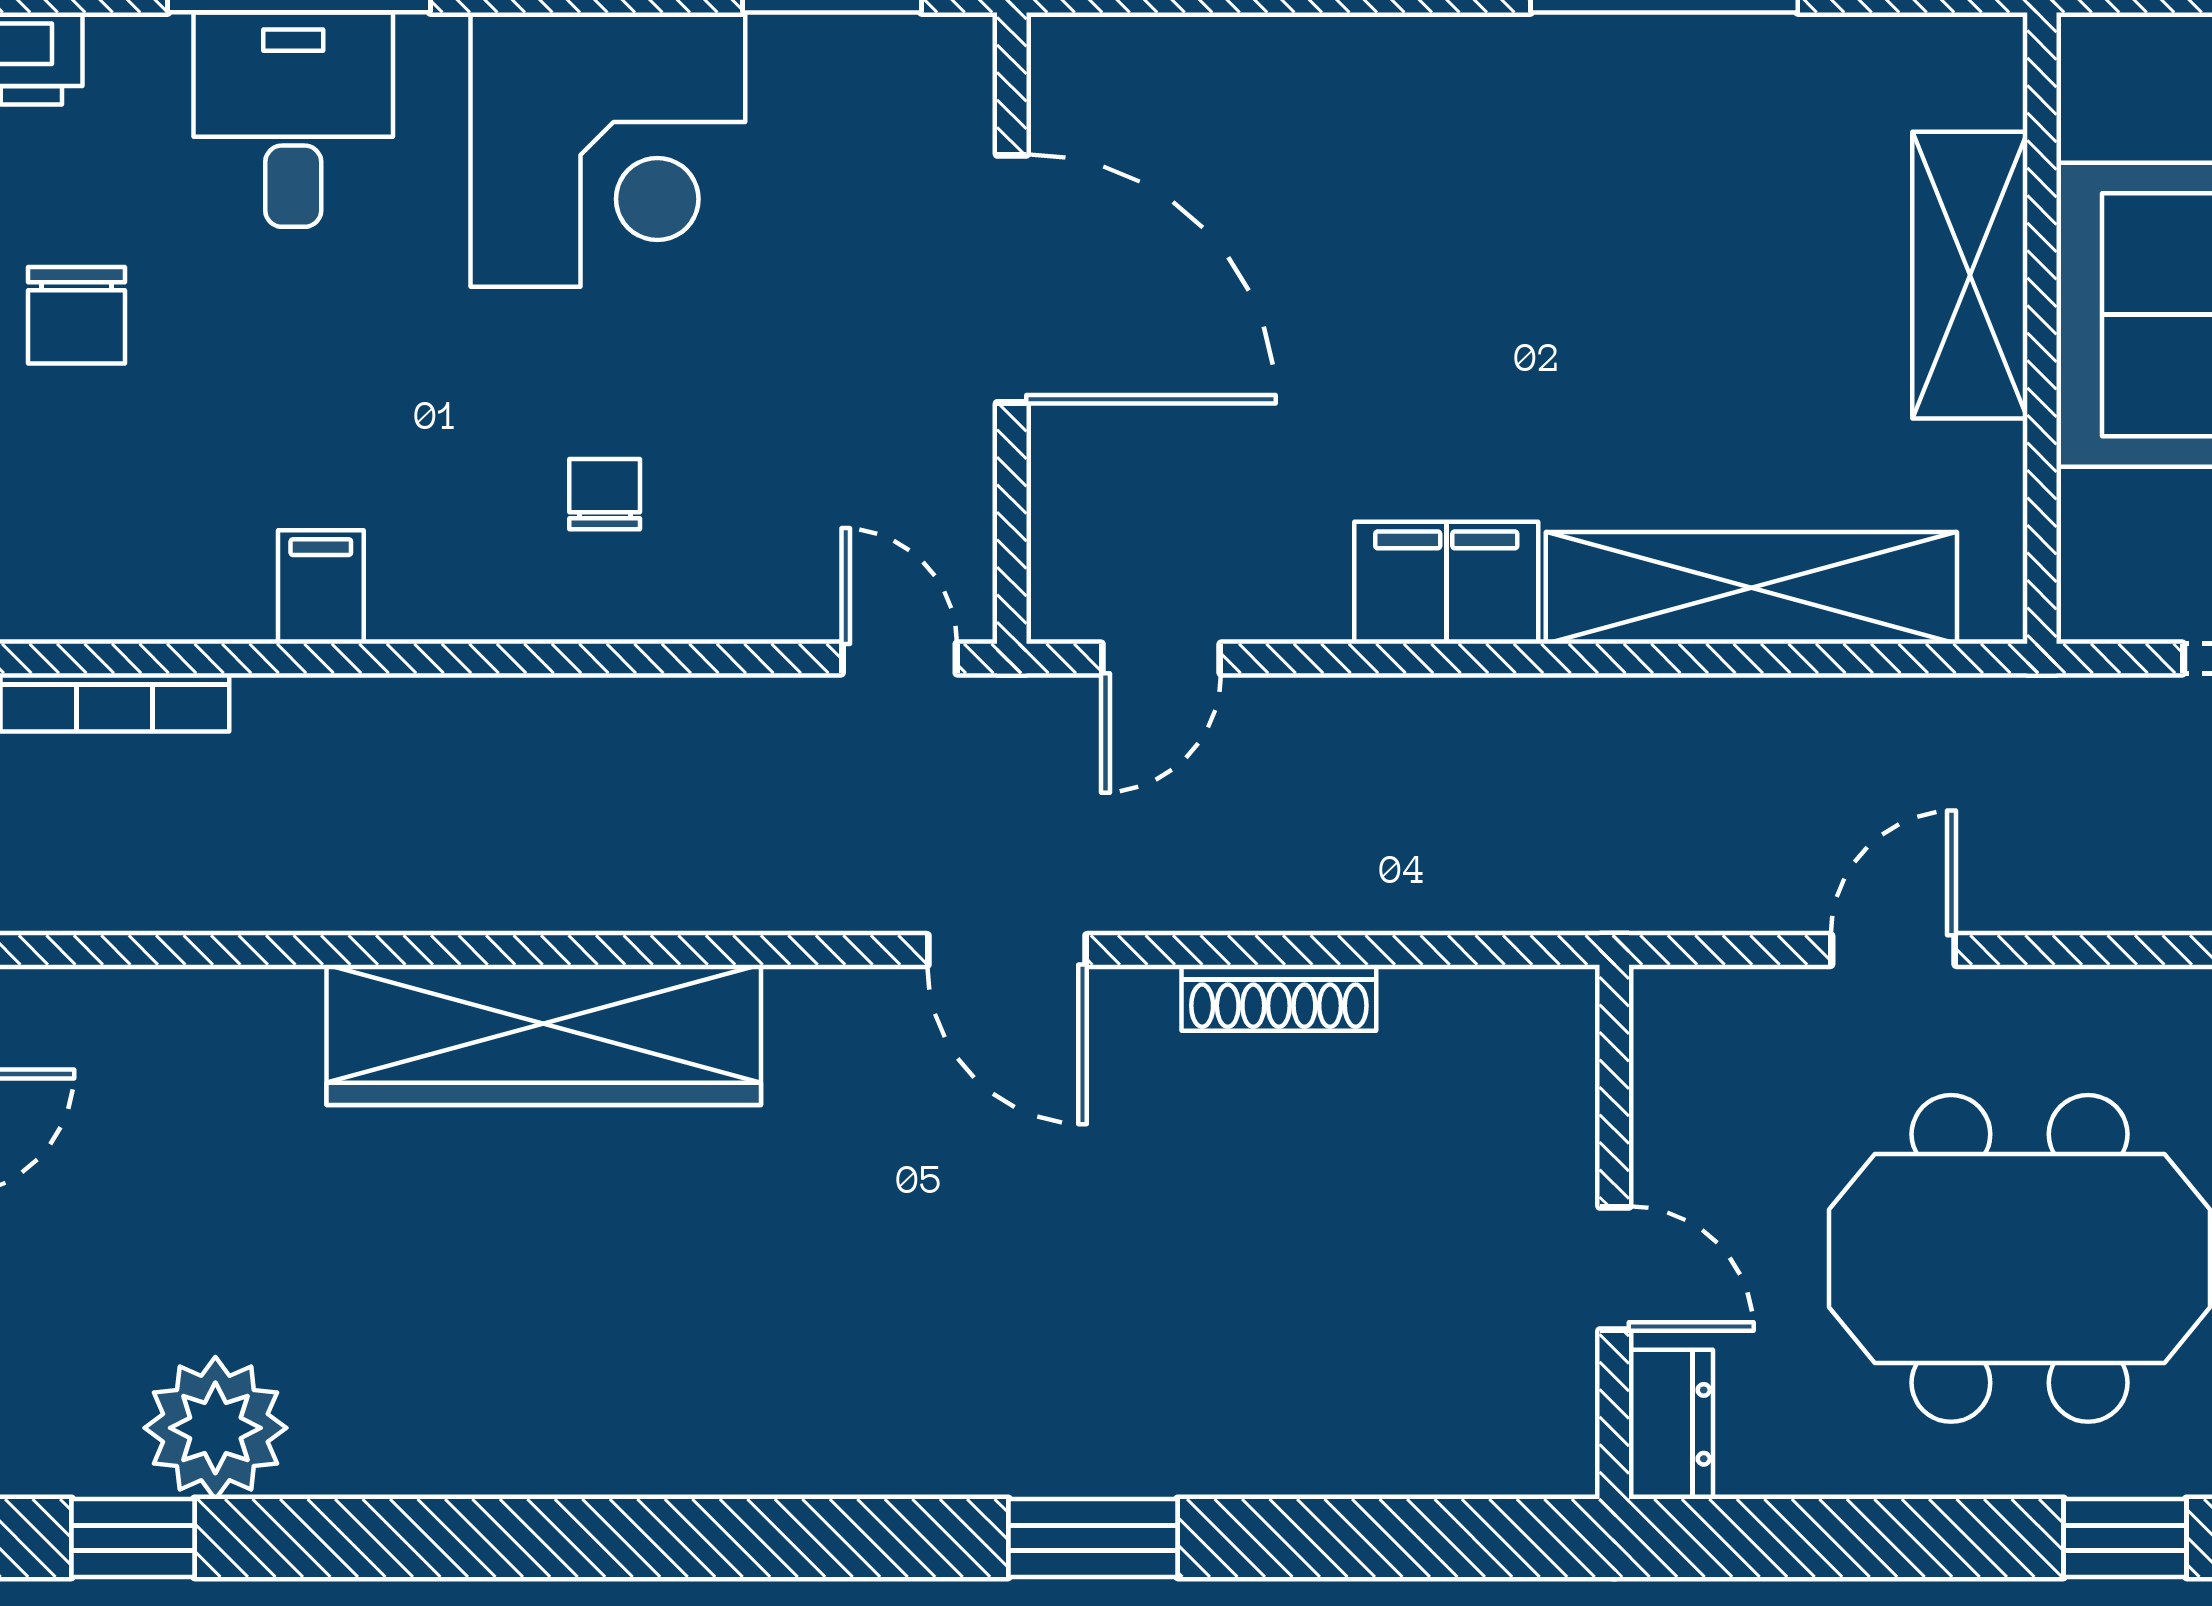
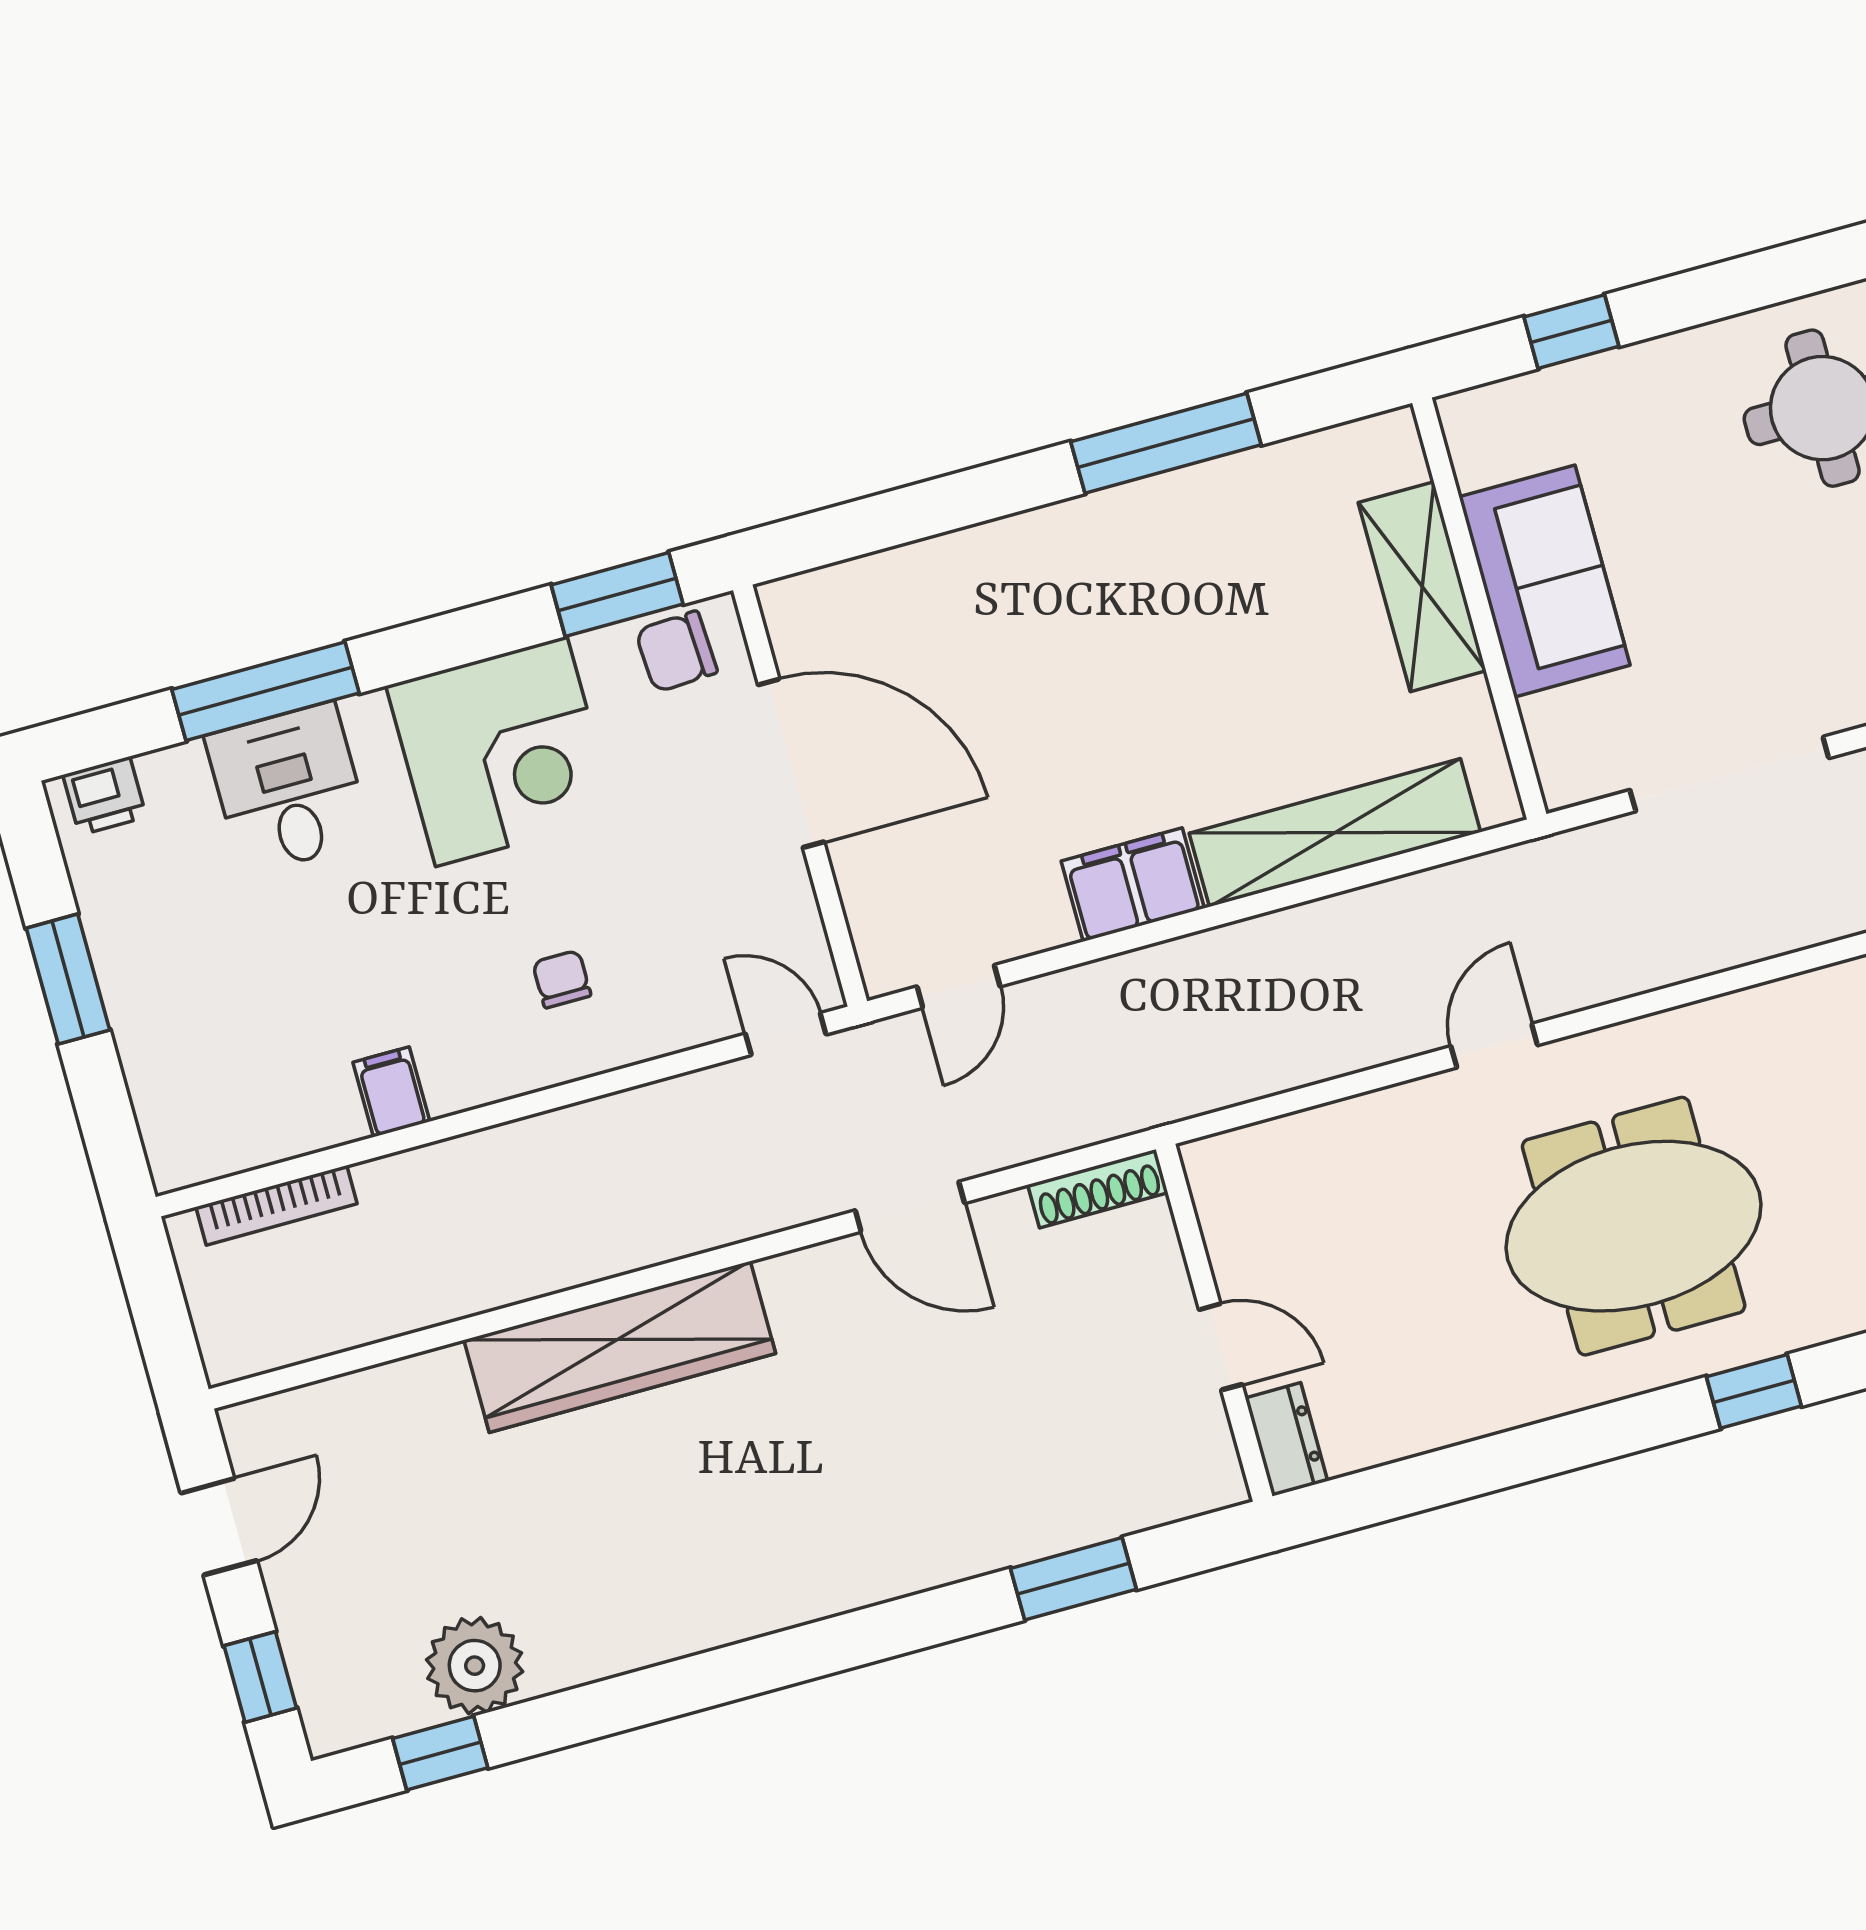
chair: (76, 315) -> (676, 652), moved, turned 87
wall: (1614, 1232) -> (1214, 1323), moved
door: (1614, 1269) -> (1221, 1347), moved
dresser: (1671, 1424) -> (1286, 1439), moved

